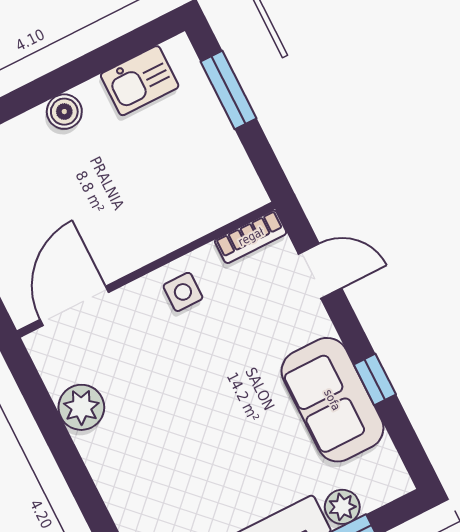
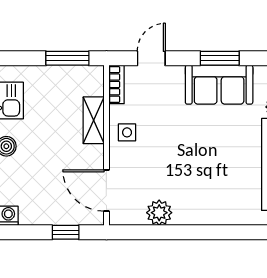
window: (229, 90) -> (67, 58), moved
shelving: (176, 229) -> (94, 120), added
window: (375, 380) -> (220, 58), width x1.50

